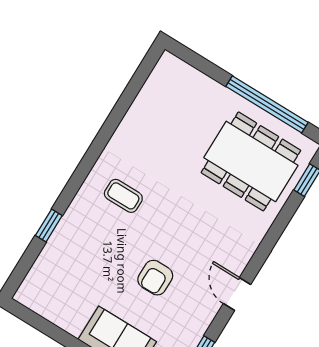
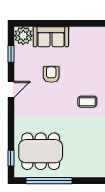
door: (237, 294) -> (11, 89), hinge flipped

